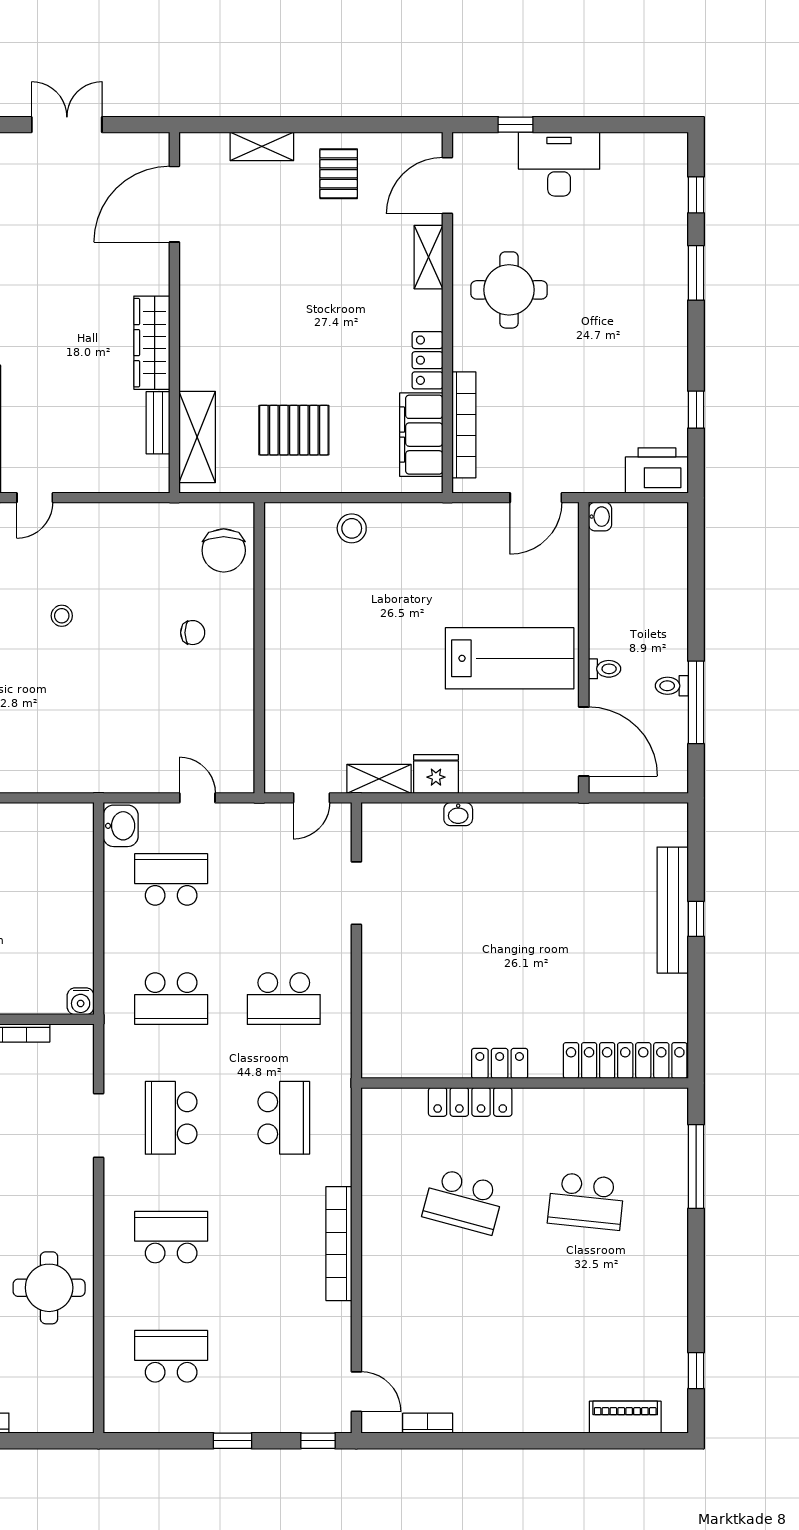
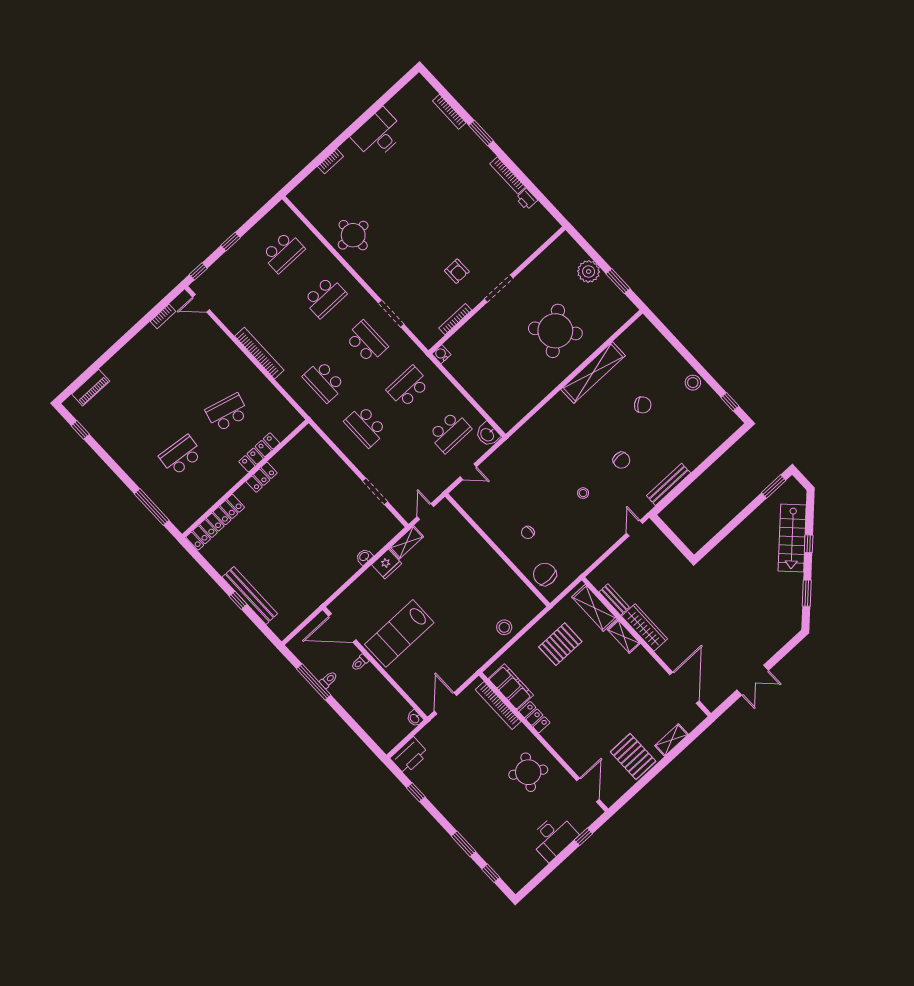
pallet: (339, 174) -> (633, 756), width x1.50, depth x1.42
shelving: (428, 257) -> (624, 636), moved
round table: (509, 290) -> (528, 772), turned 33
school desk: (284, 999) -> (366, 426), turned -90

